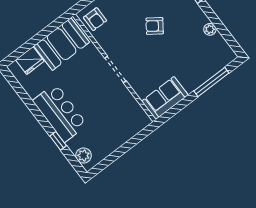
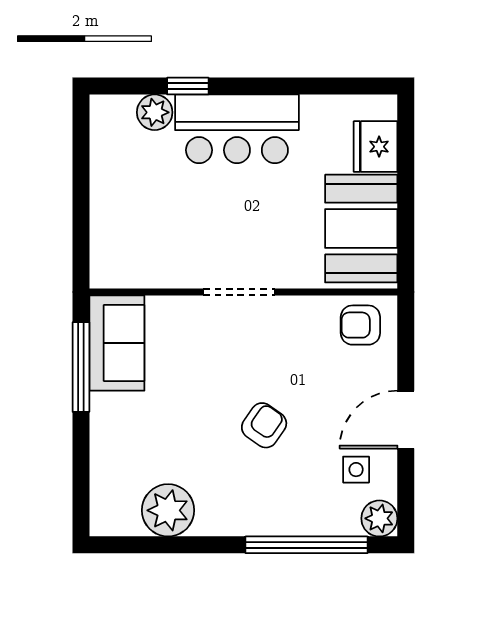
plant: (210, 29) -> (168, 510), width x1.88, depth x1.88
window: (211, 82) -> (81, 367), moved
plant: (84, 156) -> (155, 112), moved

